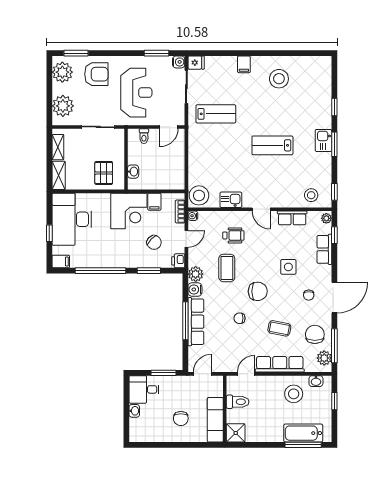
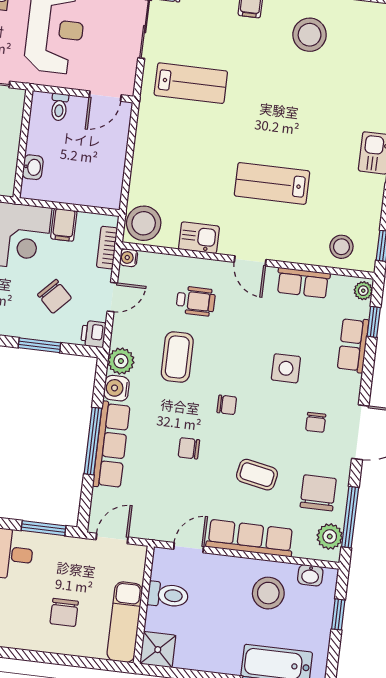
lab bench: (272, 145) -> (272, 183), moved
chair: (258, 291) -> (227, 405), width x0.54, depth x0.54

